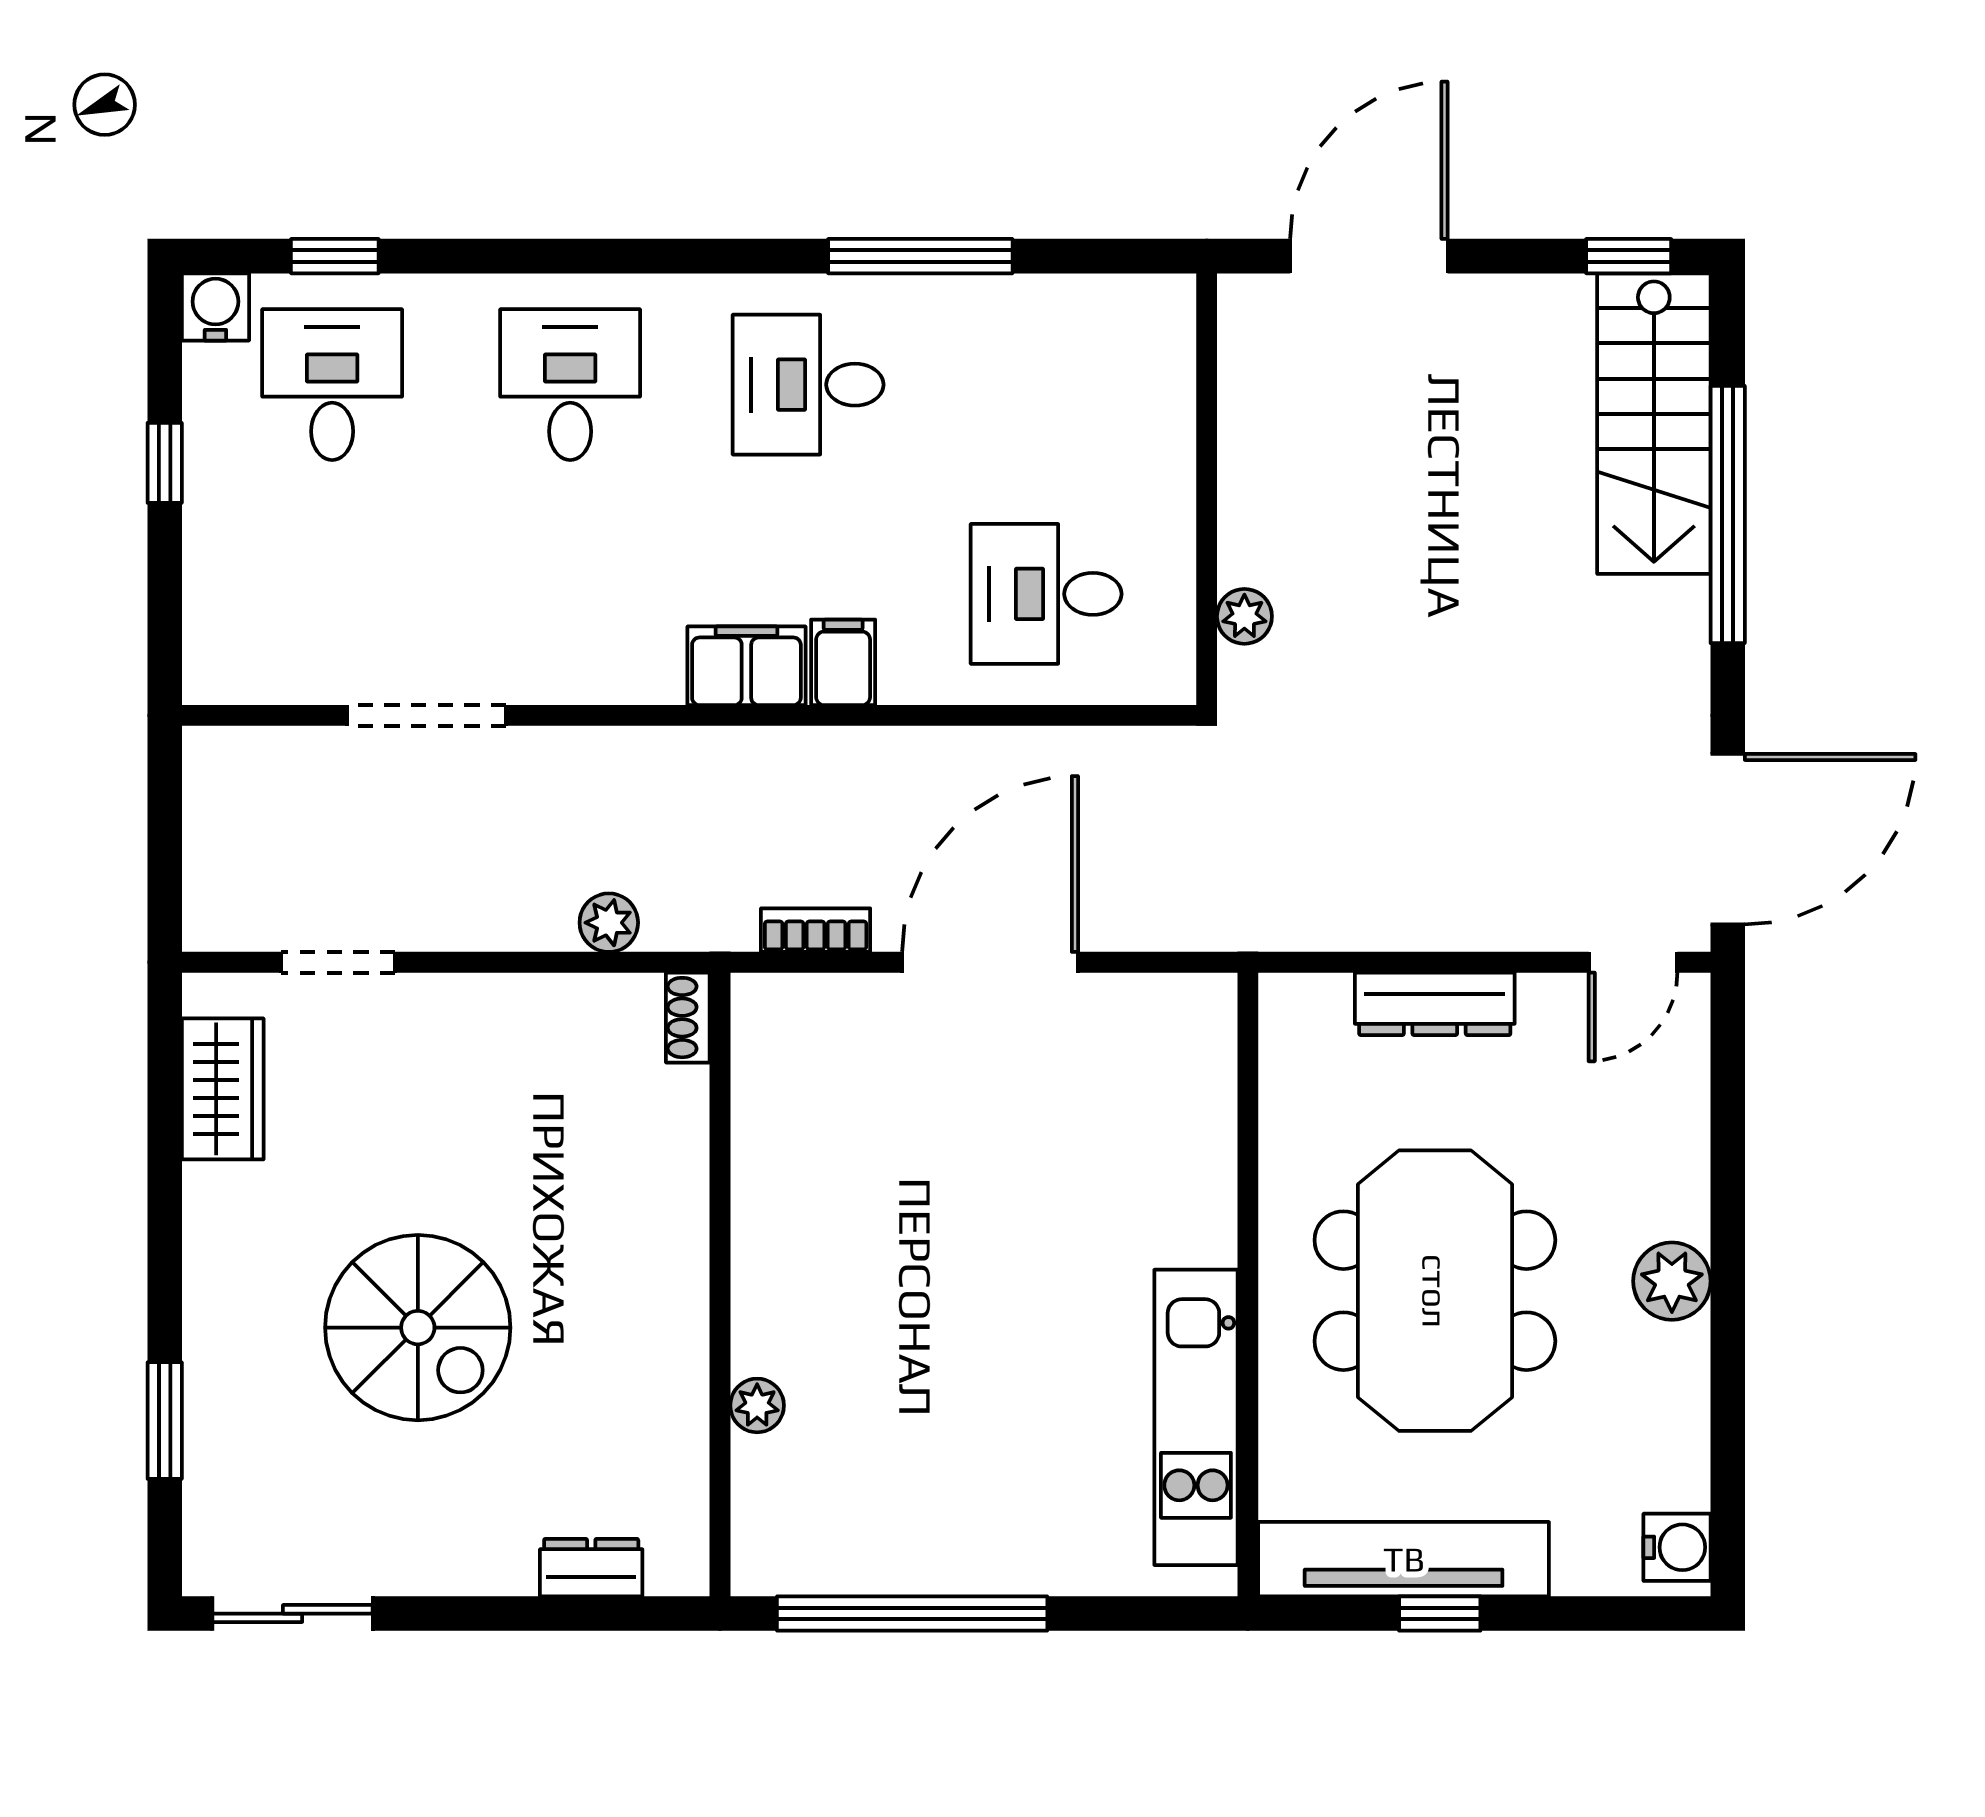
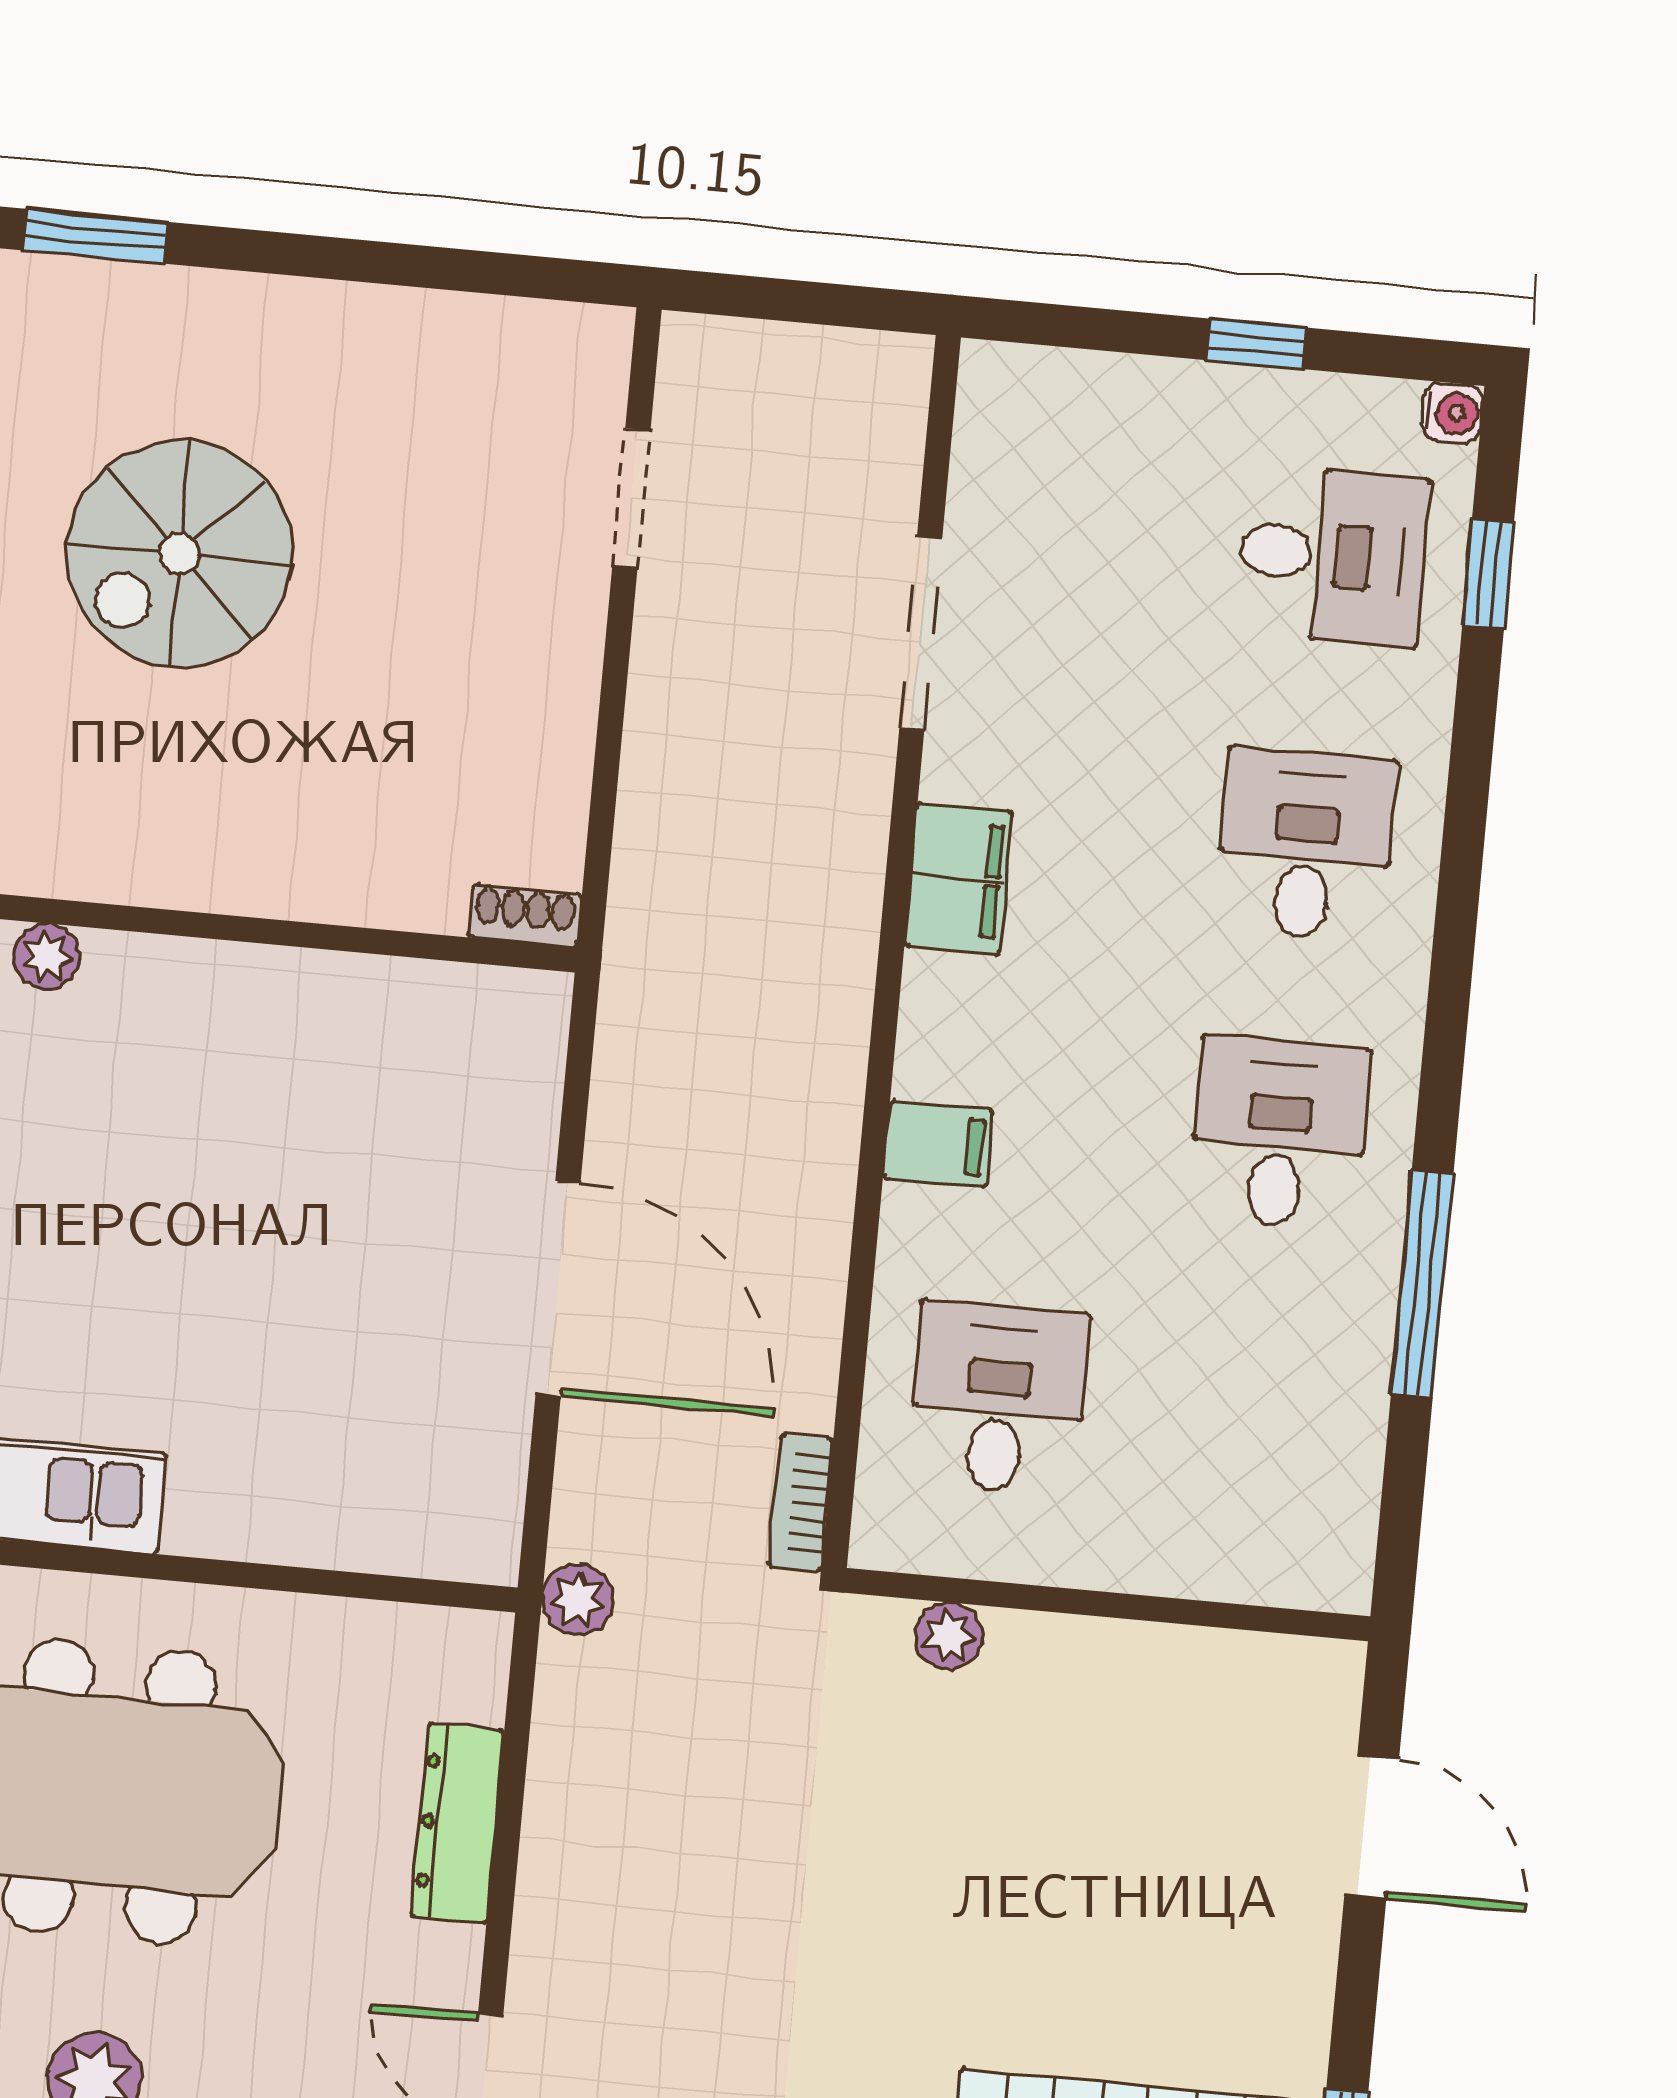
door: (1369, 256) -> (1372, 1827), width x0.73
water cooler: (215, 307) -> (1452, 413), width x0.72, depth x0.72
desk: (570, 385) -> (1306, 844), turned -90
filing cabinet: (746, 666) -> (959, 879), moved
plant: (609, 923) -> (578, 1600), moved
bookcase: (816, 930) -> (801, 1503), moved, turned 180
wardrobe: (223, 1089) -> (491, 344), removed

